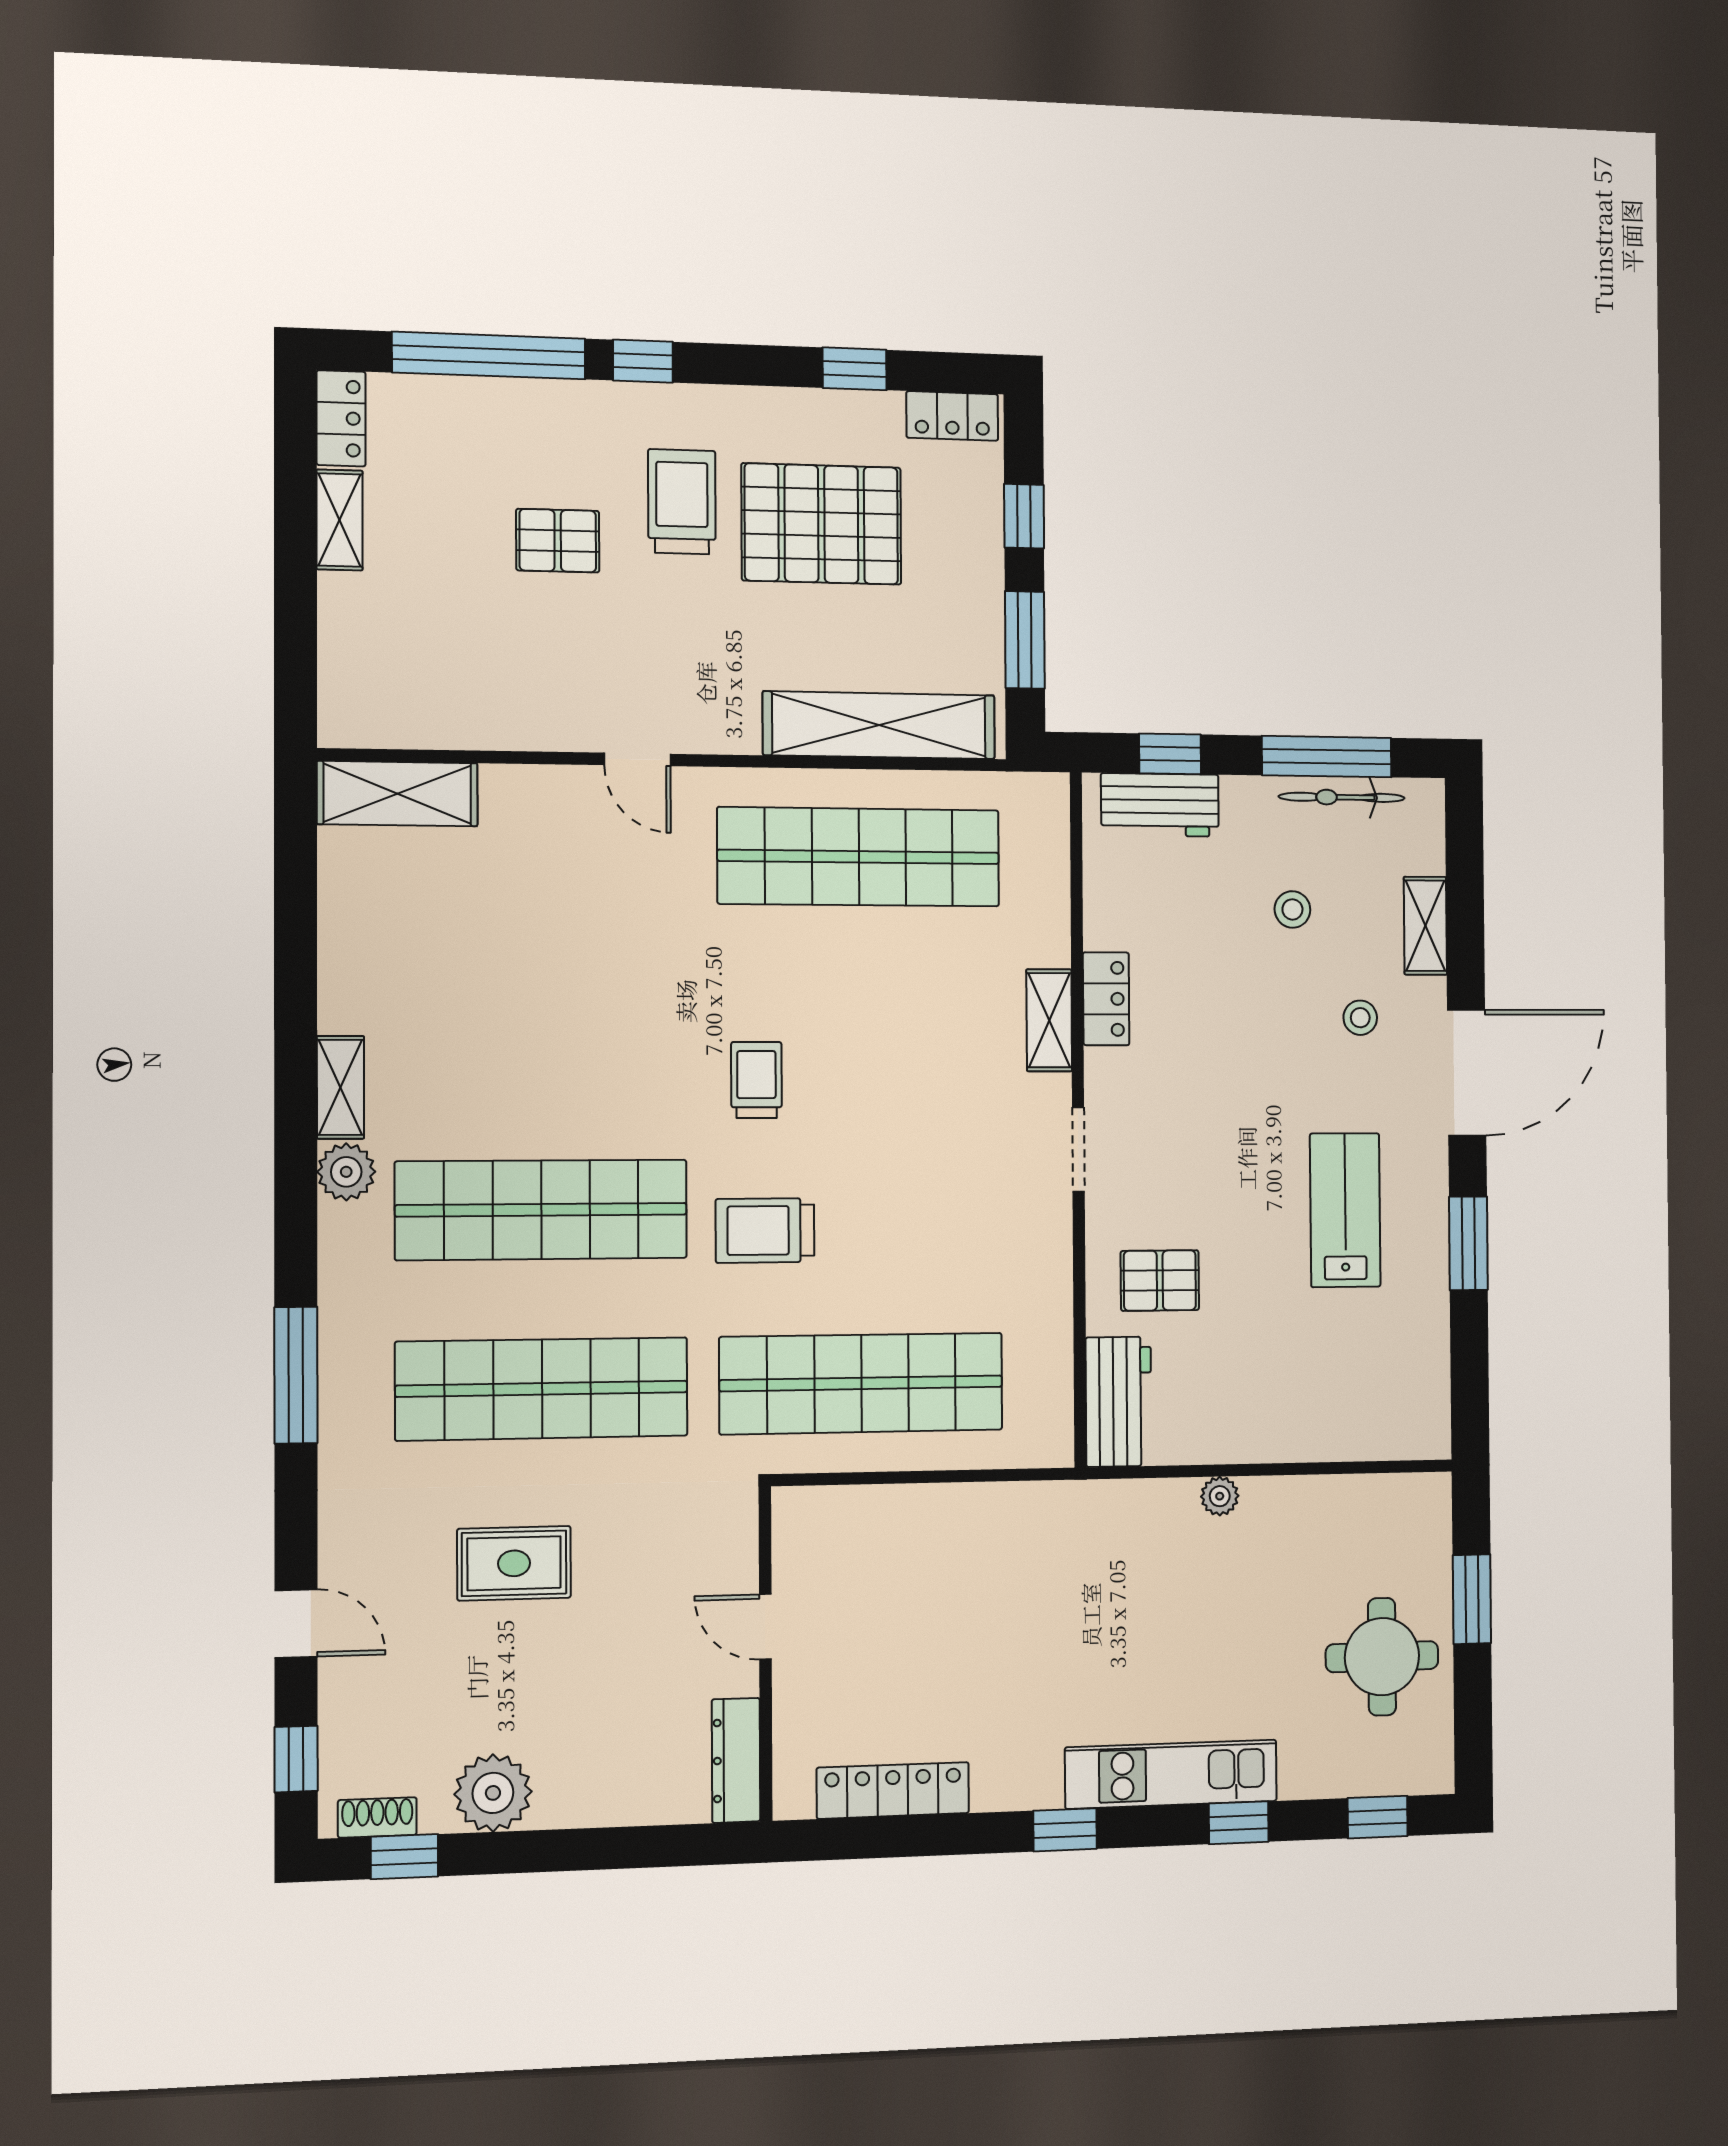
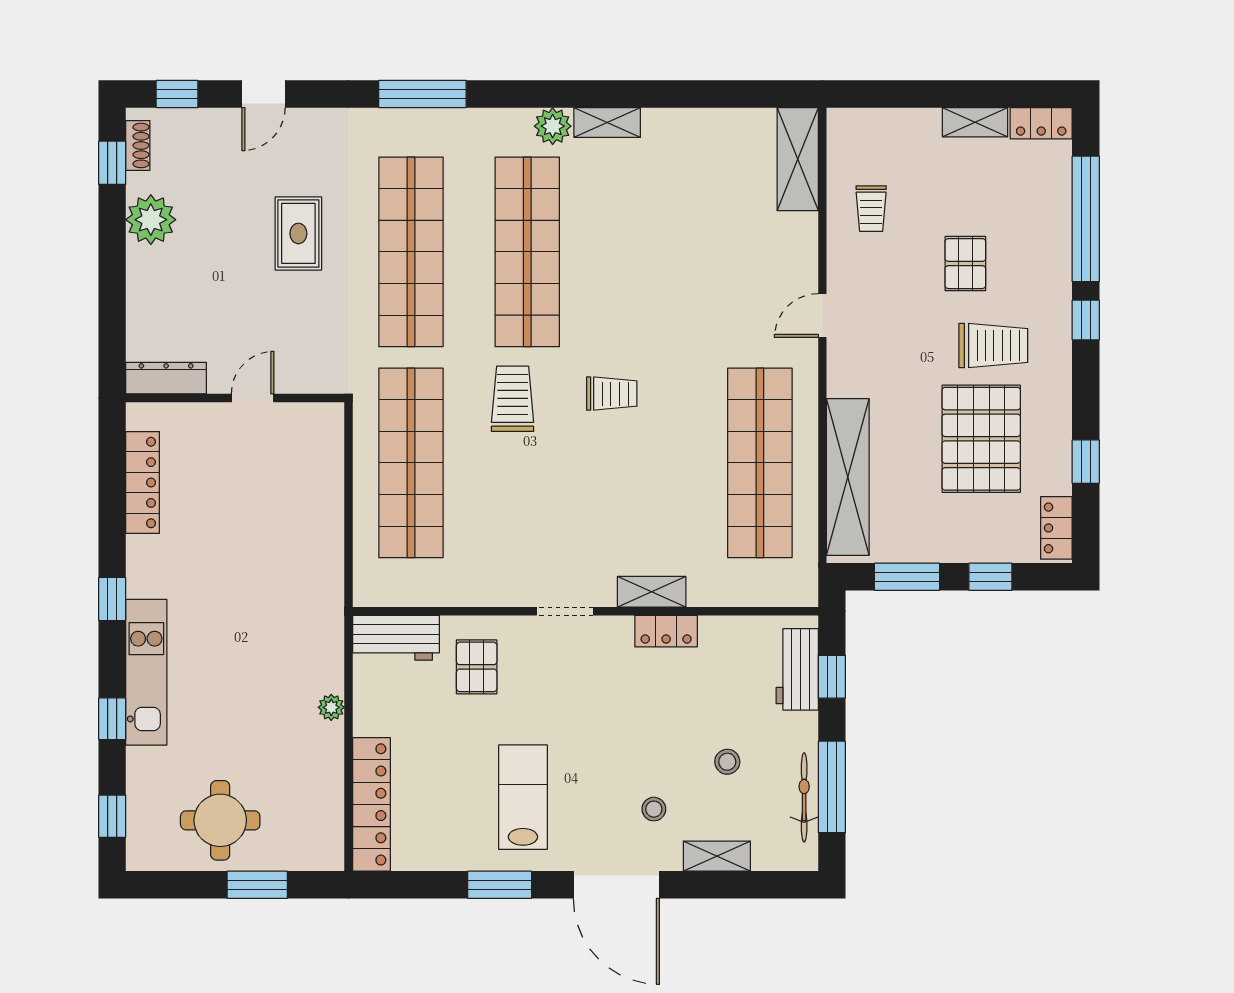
trolley: (474, 682) -> (871, 209), added
lab bench: (1345, 1210) -> (523, 797), turned -90
locker: (1357, 1434) -> (371, 804), added

